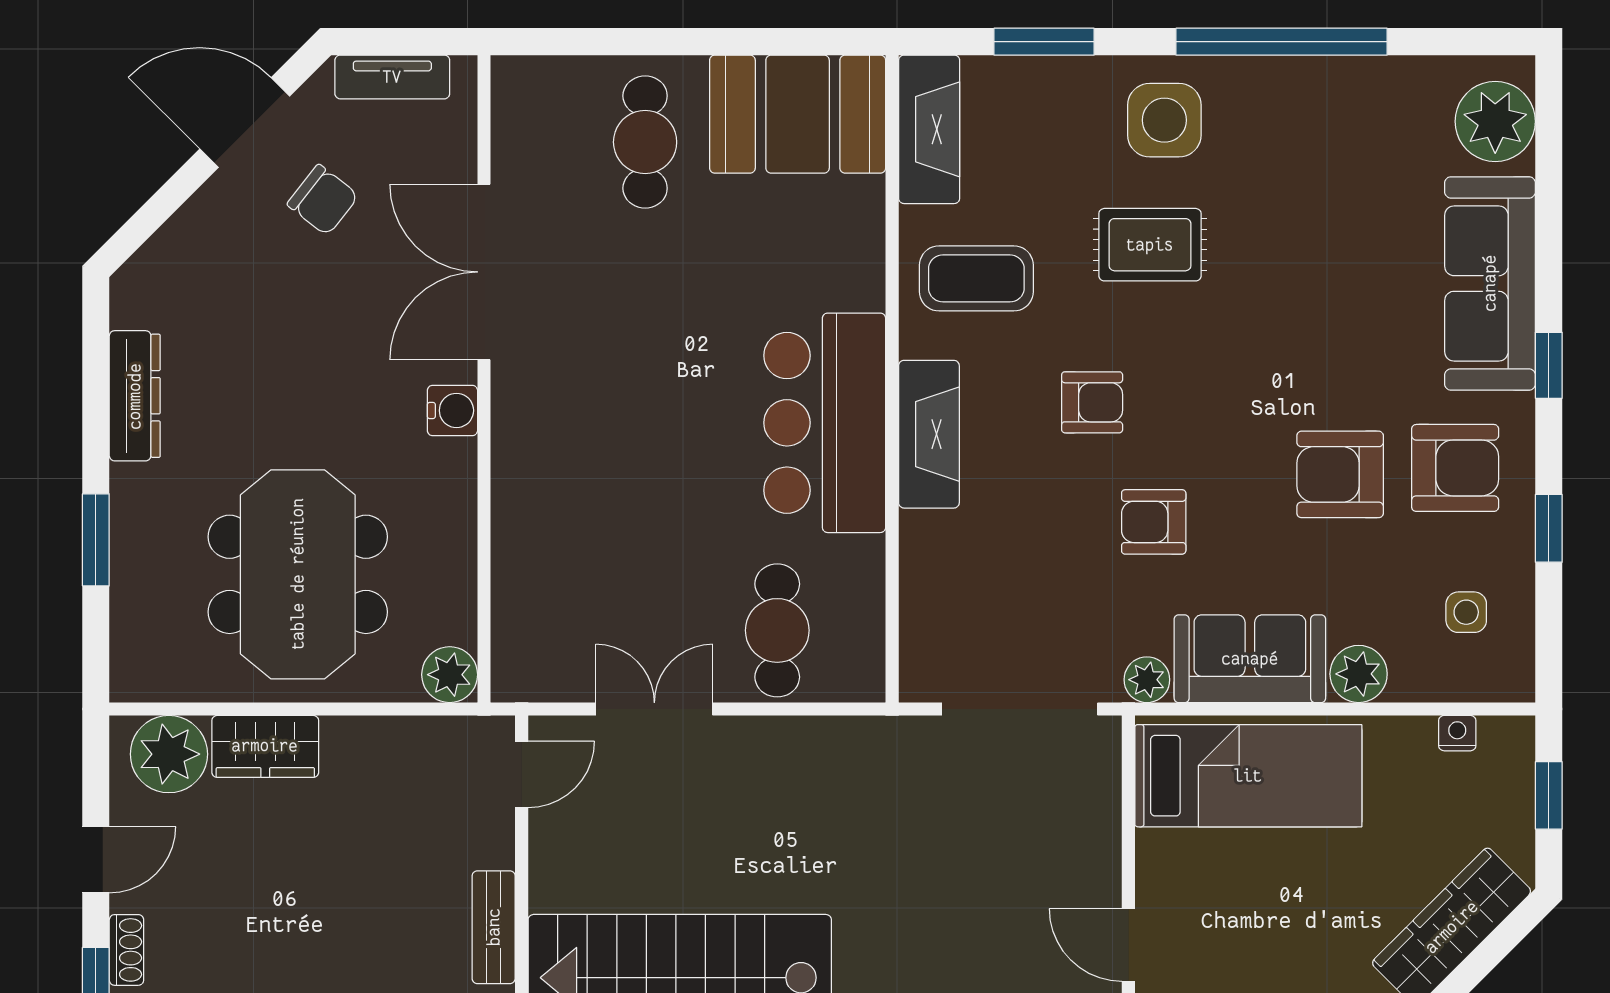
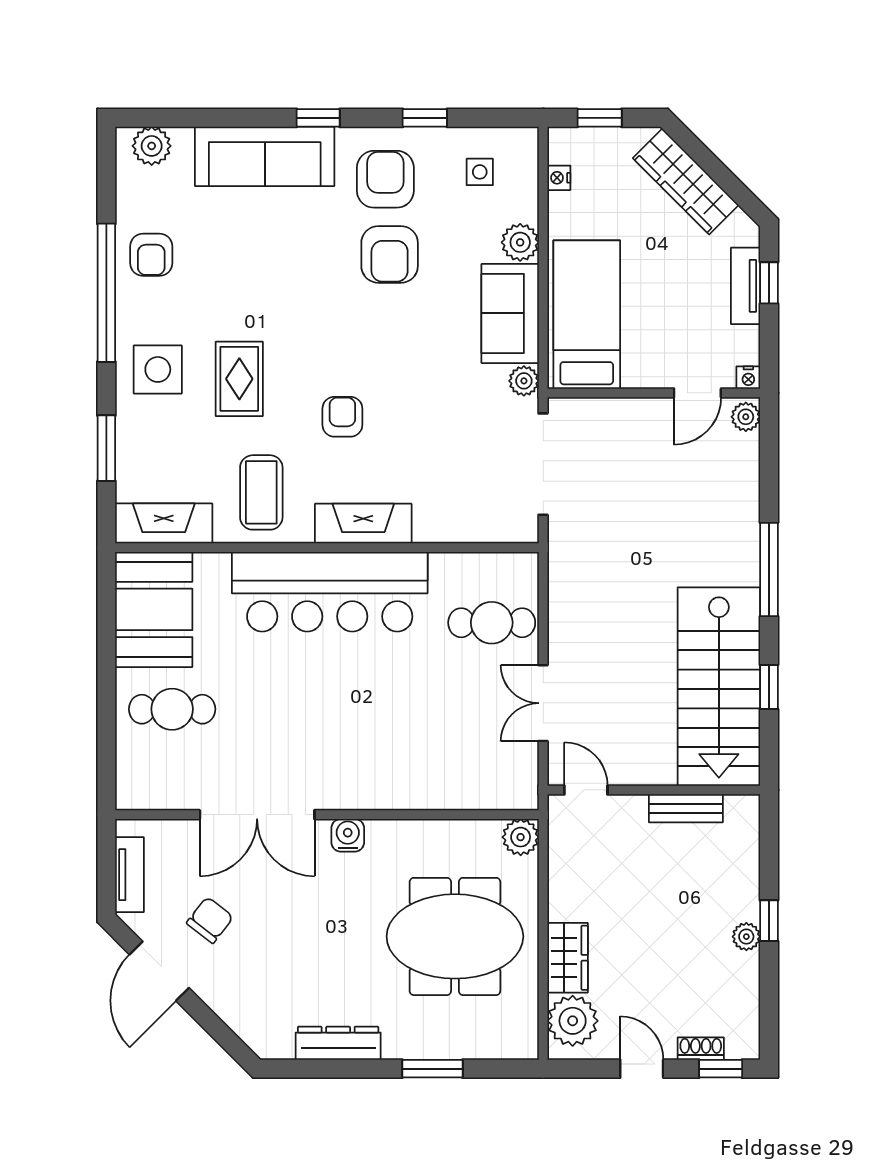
plant: (1495, 121) -> (152, 146), width x0.73, depth x0.73
bar counter: (825, 423) -> (330, 592), width x1.36
armchair: (1154, 522) -> (151, 255), moved

